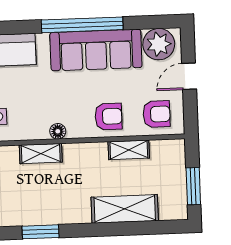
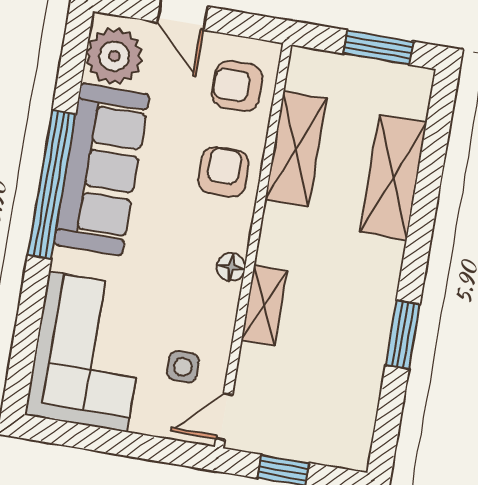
armchair: (157, 114) -> (237, 86), turned -90
shelving: (129, 150) -> (296, 149), width x1.50, depth x1.33

